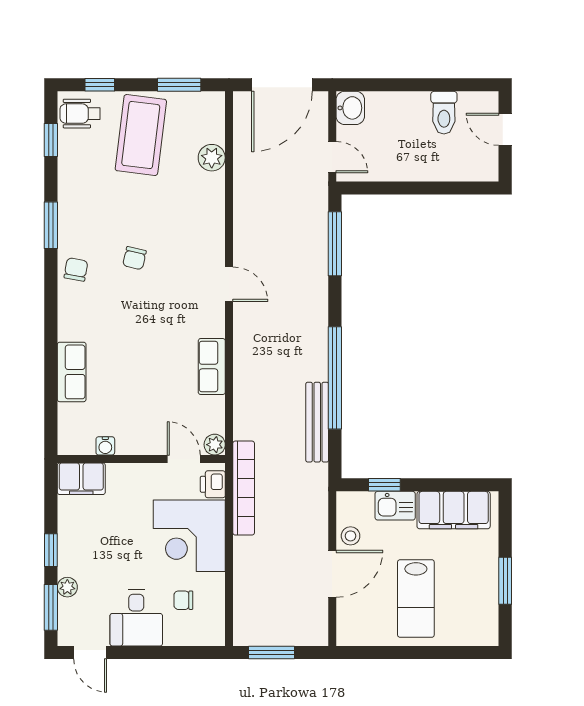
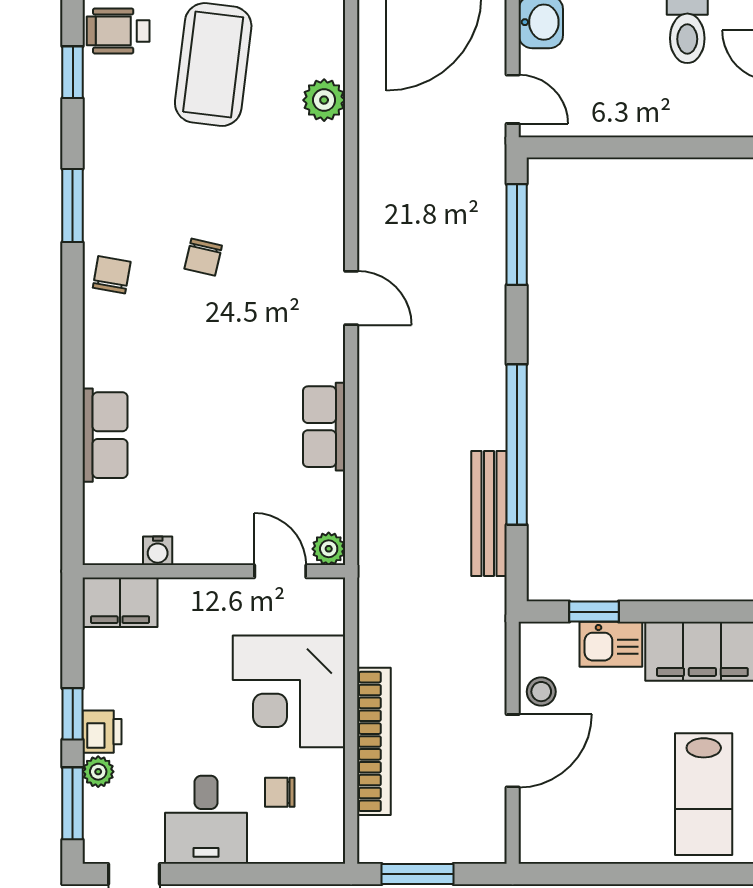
printer: (213, 484) -> (102, 732), moved, turned 180
bookcase: (244, 488) -> (374, 741), moved
lab bench: (416, 599) -> (704, 794), moved

